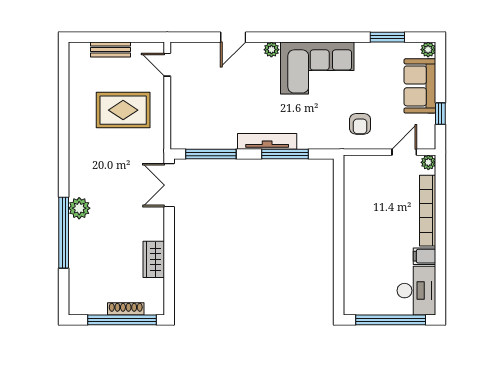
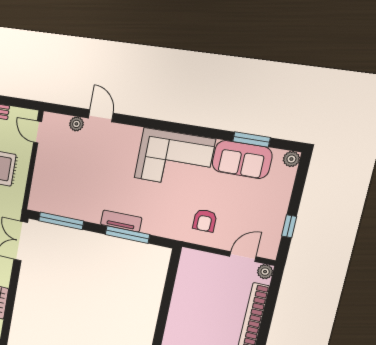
door: (233, 37) -> (101, 116), swing flipped
plant: (271, 50) -> (76, 124), moved
sofa: (420, 86) -> (242, 159), moved, turned -90
tv unit: (267, 141) -> (121, 221), width x0.71

